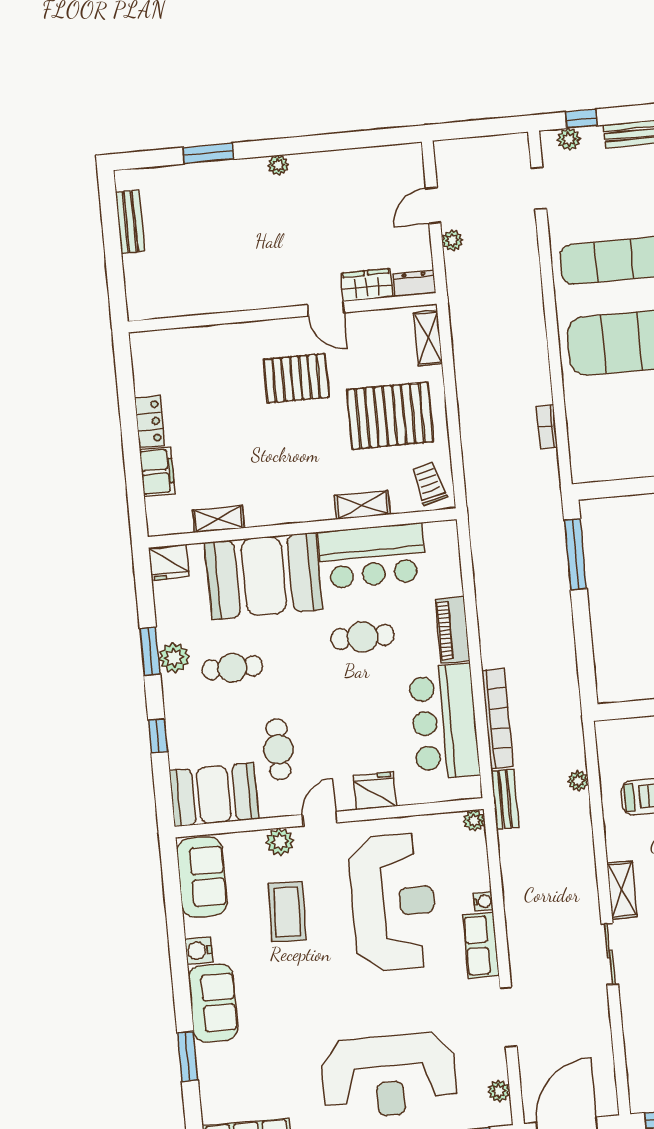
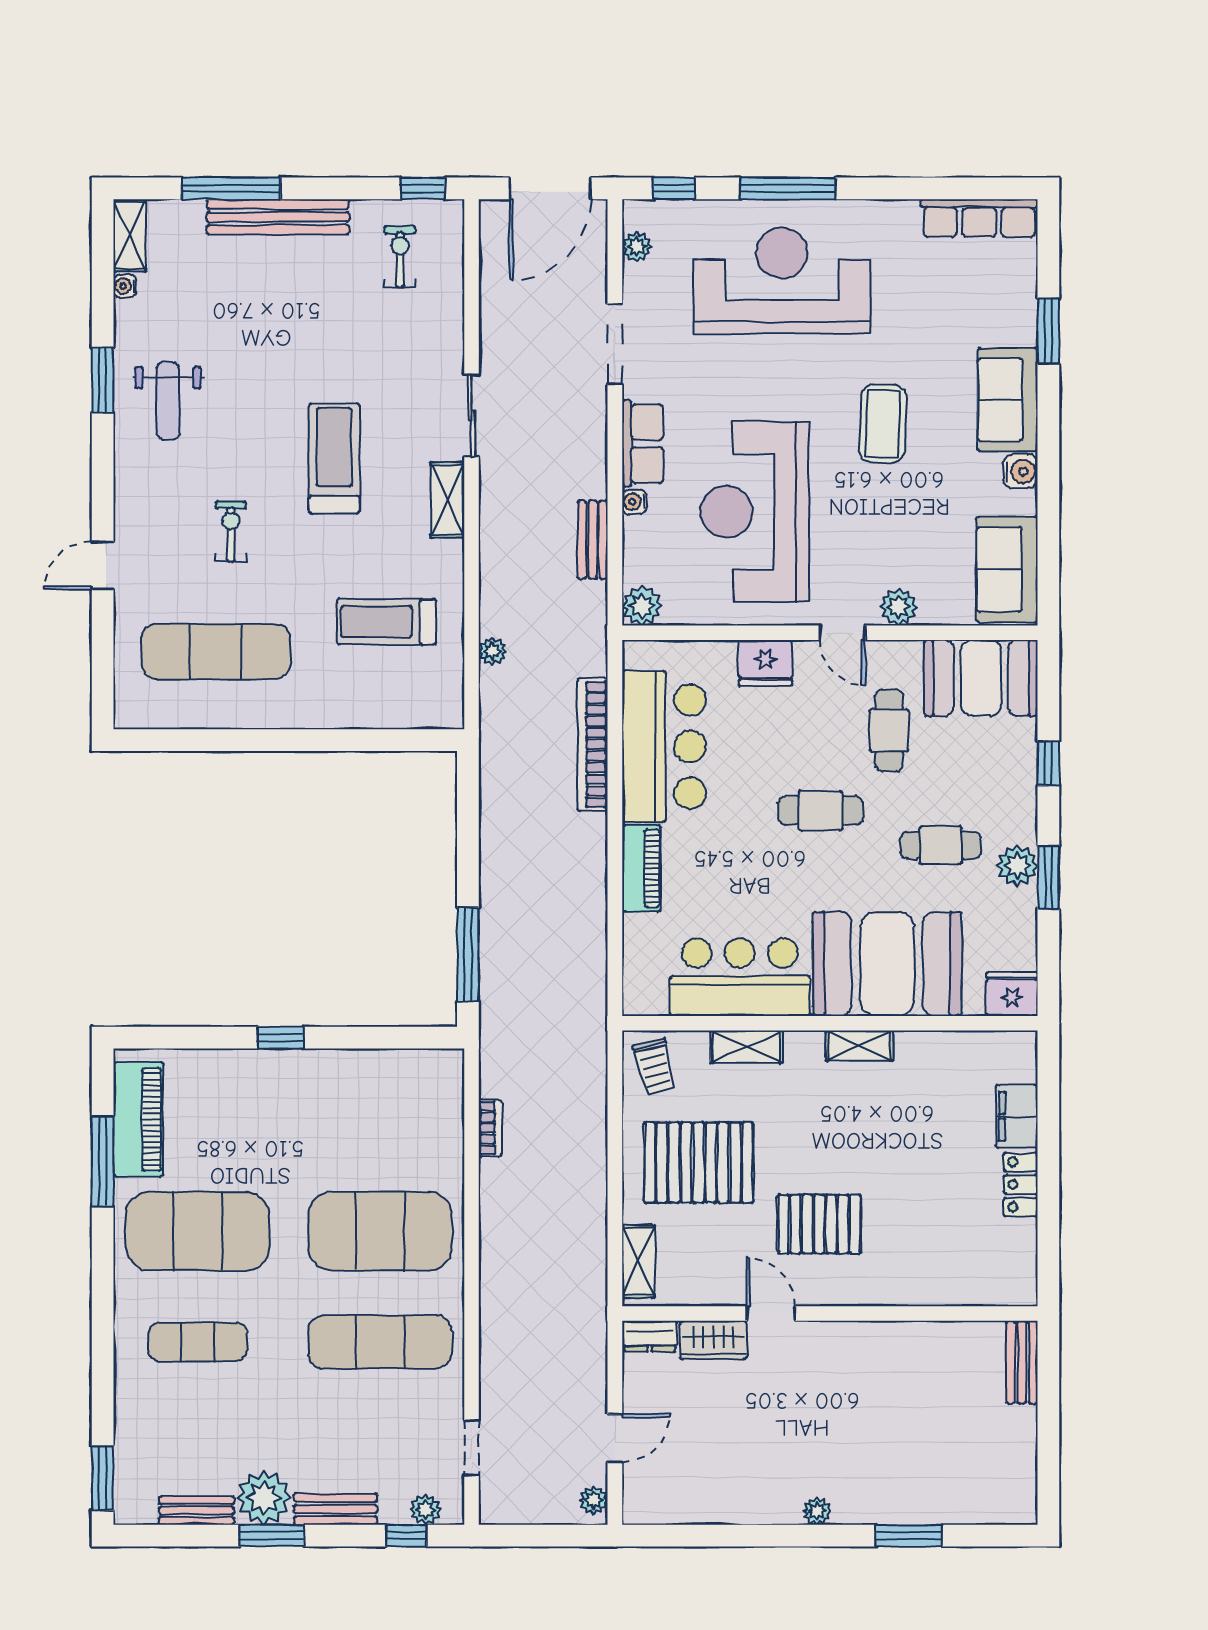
bench: (130, 222) -> (1022, 1362), moved
plant: (452, 240) -> (594, 1500), moved
shelving: (218, 519) -> (859, 1045), moved
cafe table: (363, 637) -> (821, 811), moved
bench: (505, 799) -> (593, 540), moved
door: (320, 819) -> (842, 633), hinge flipped
plant: (474, 821) -> (642, 606), width x1.38, depth x1.38
coffee table: (287, 912) -> (883, 424), moved

